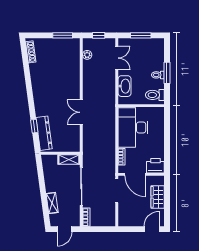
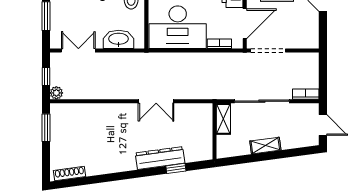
plant: (87, 55) -> (56, 93), moved
dresser: (44, 133) -> (160, 158), moved
shelving: (52, 203) -> (265, 146), moved

